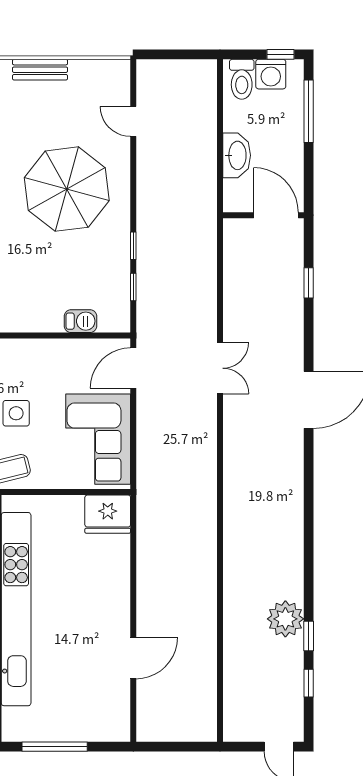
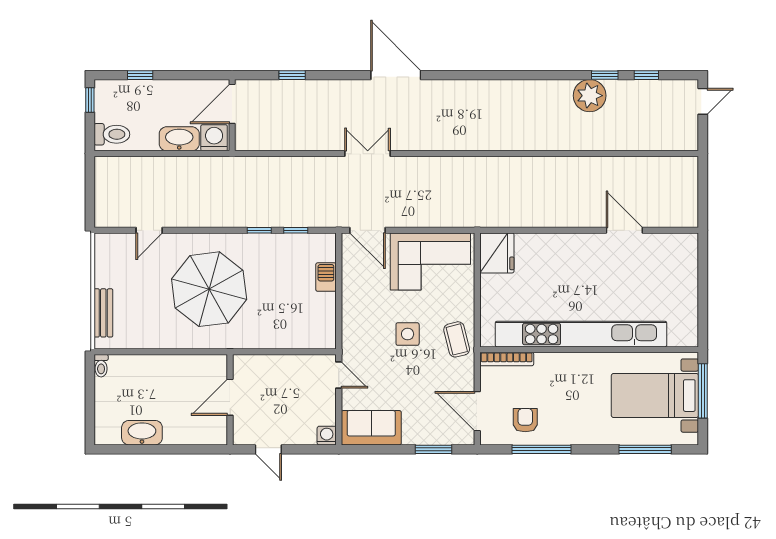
washing machine: (271, 74) -> (214, 138), moved, turned -90
window: (309, 111) -> (140, 75), width x0.46
window: (55, 747) -> (703, 300), removed

